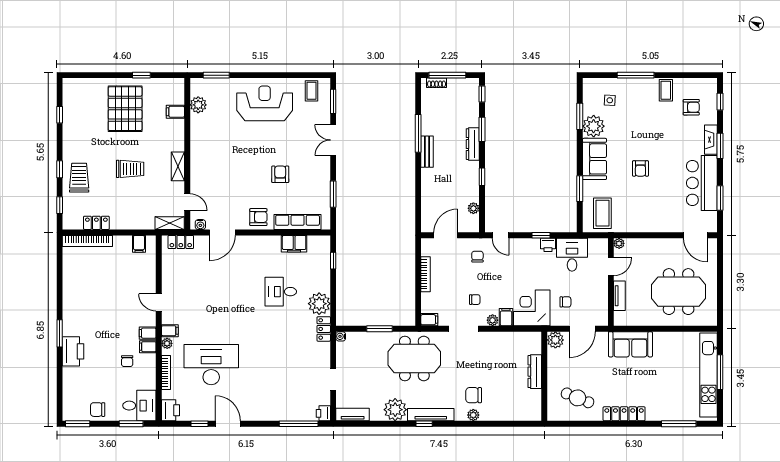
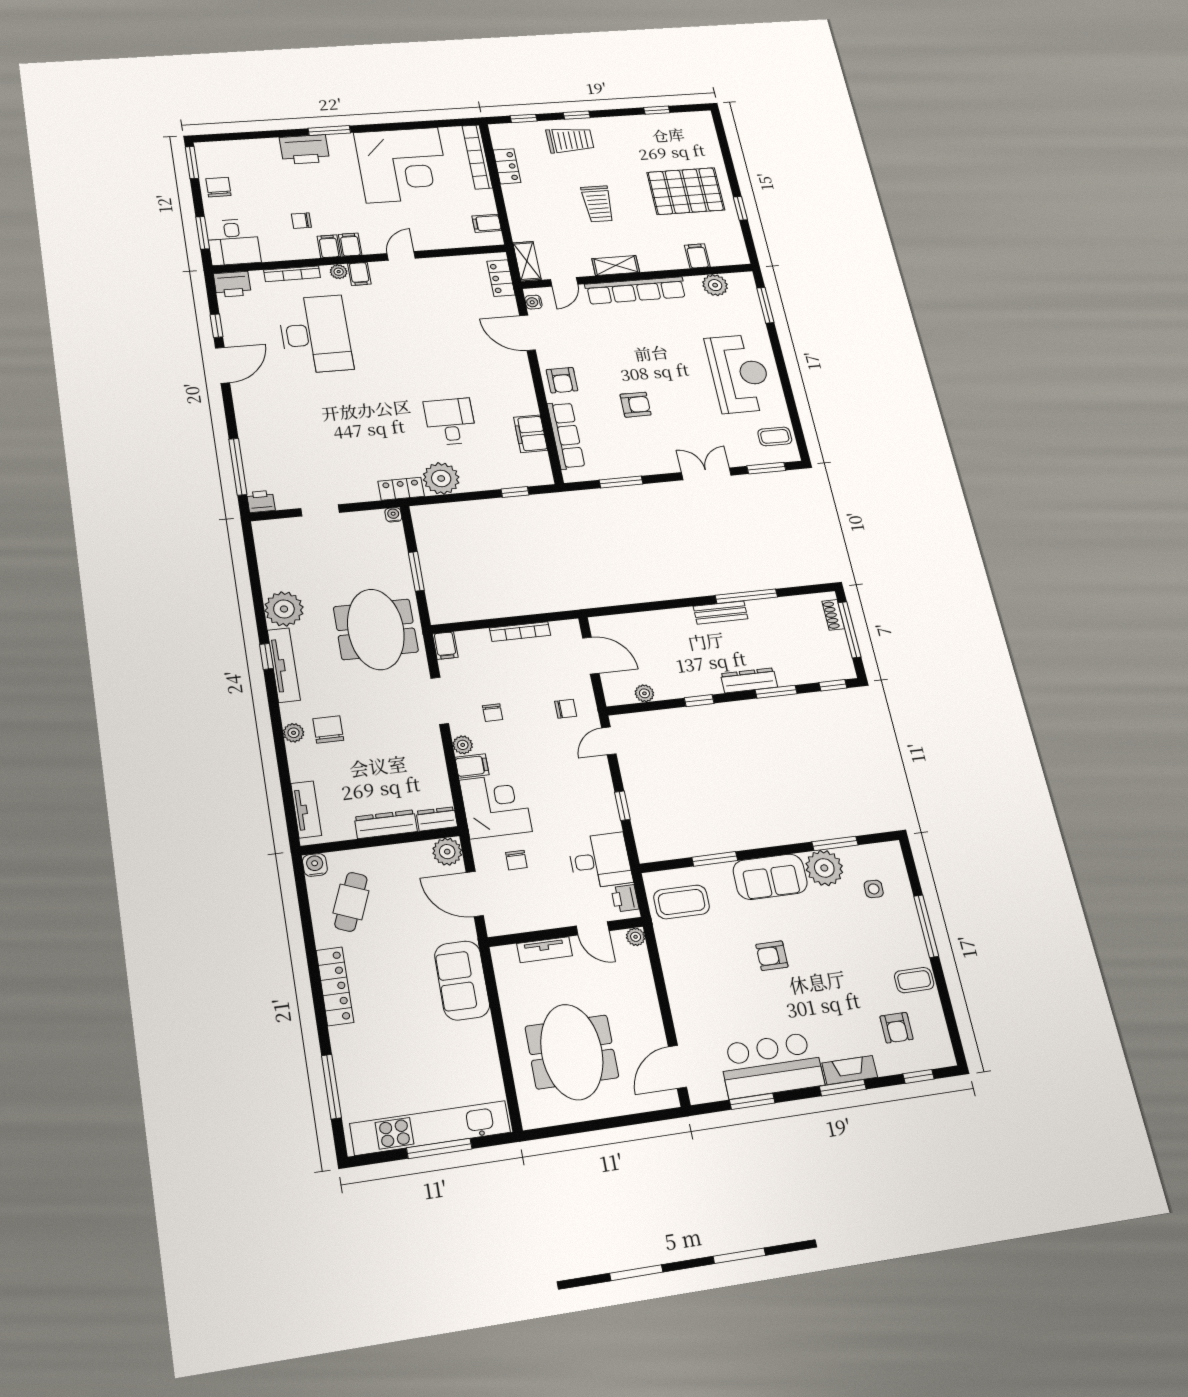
row of seats: (198, 157) -> (636, 290), added
printer: (548, 245) -> (625, 898), moved
corner desk: (90, 291) -> (402, 165), added
dresser: (535, 343) -> (437, 819), added
water cooler: (554, 414) -> (315, 865), added
tv unit: (353, 415) -> (306, 809), moved

